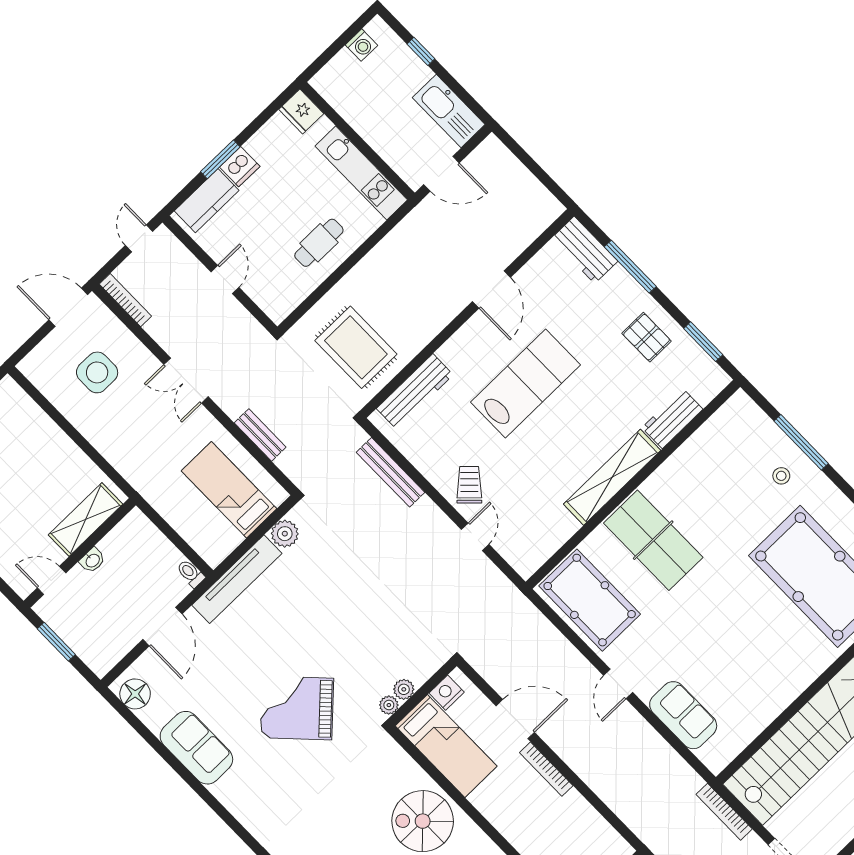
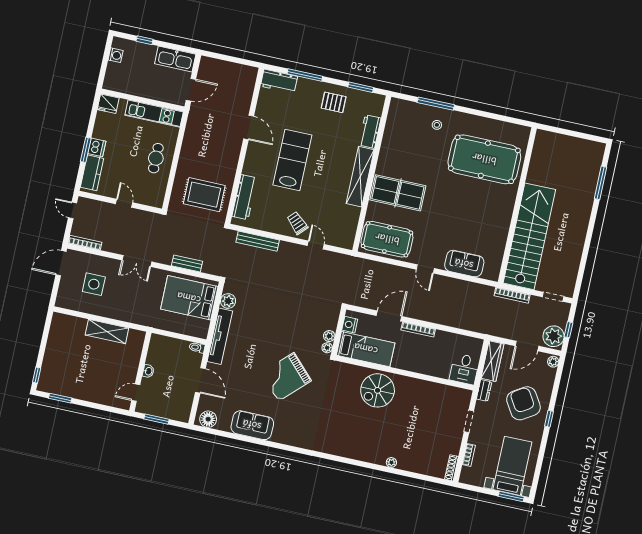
bed: (229, 490) -> (189, 298), width x1.50
shelving: (86, 519) -> (107, 332), moved, turned 90

